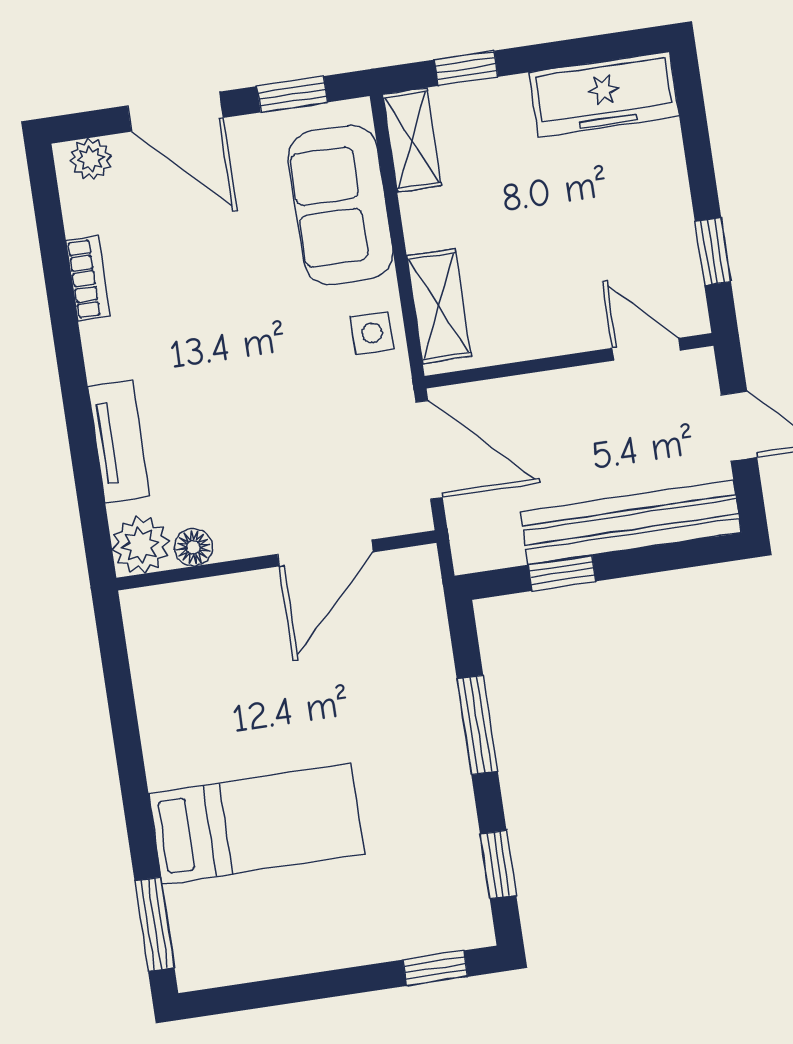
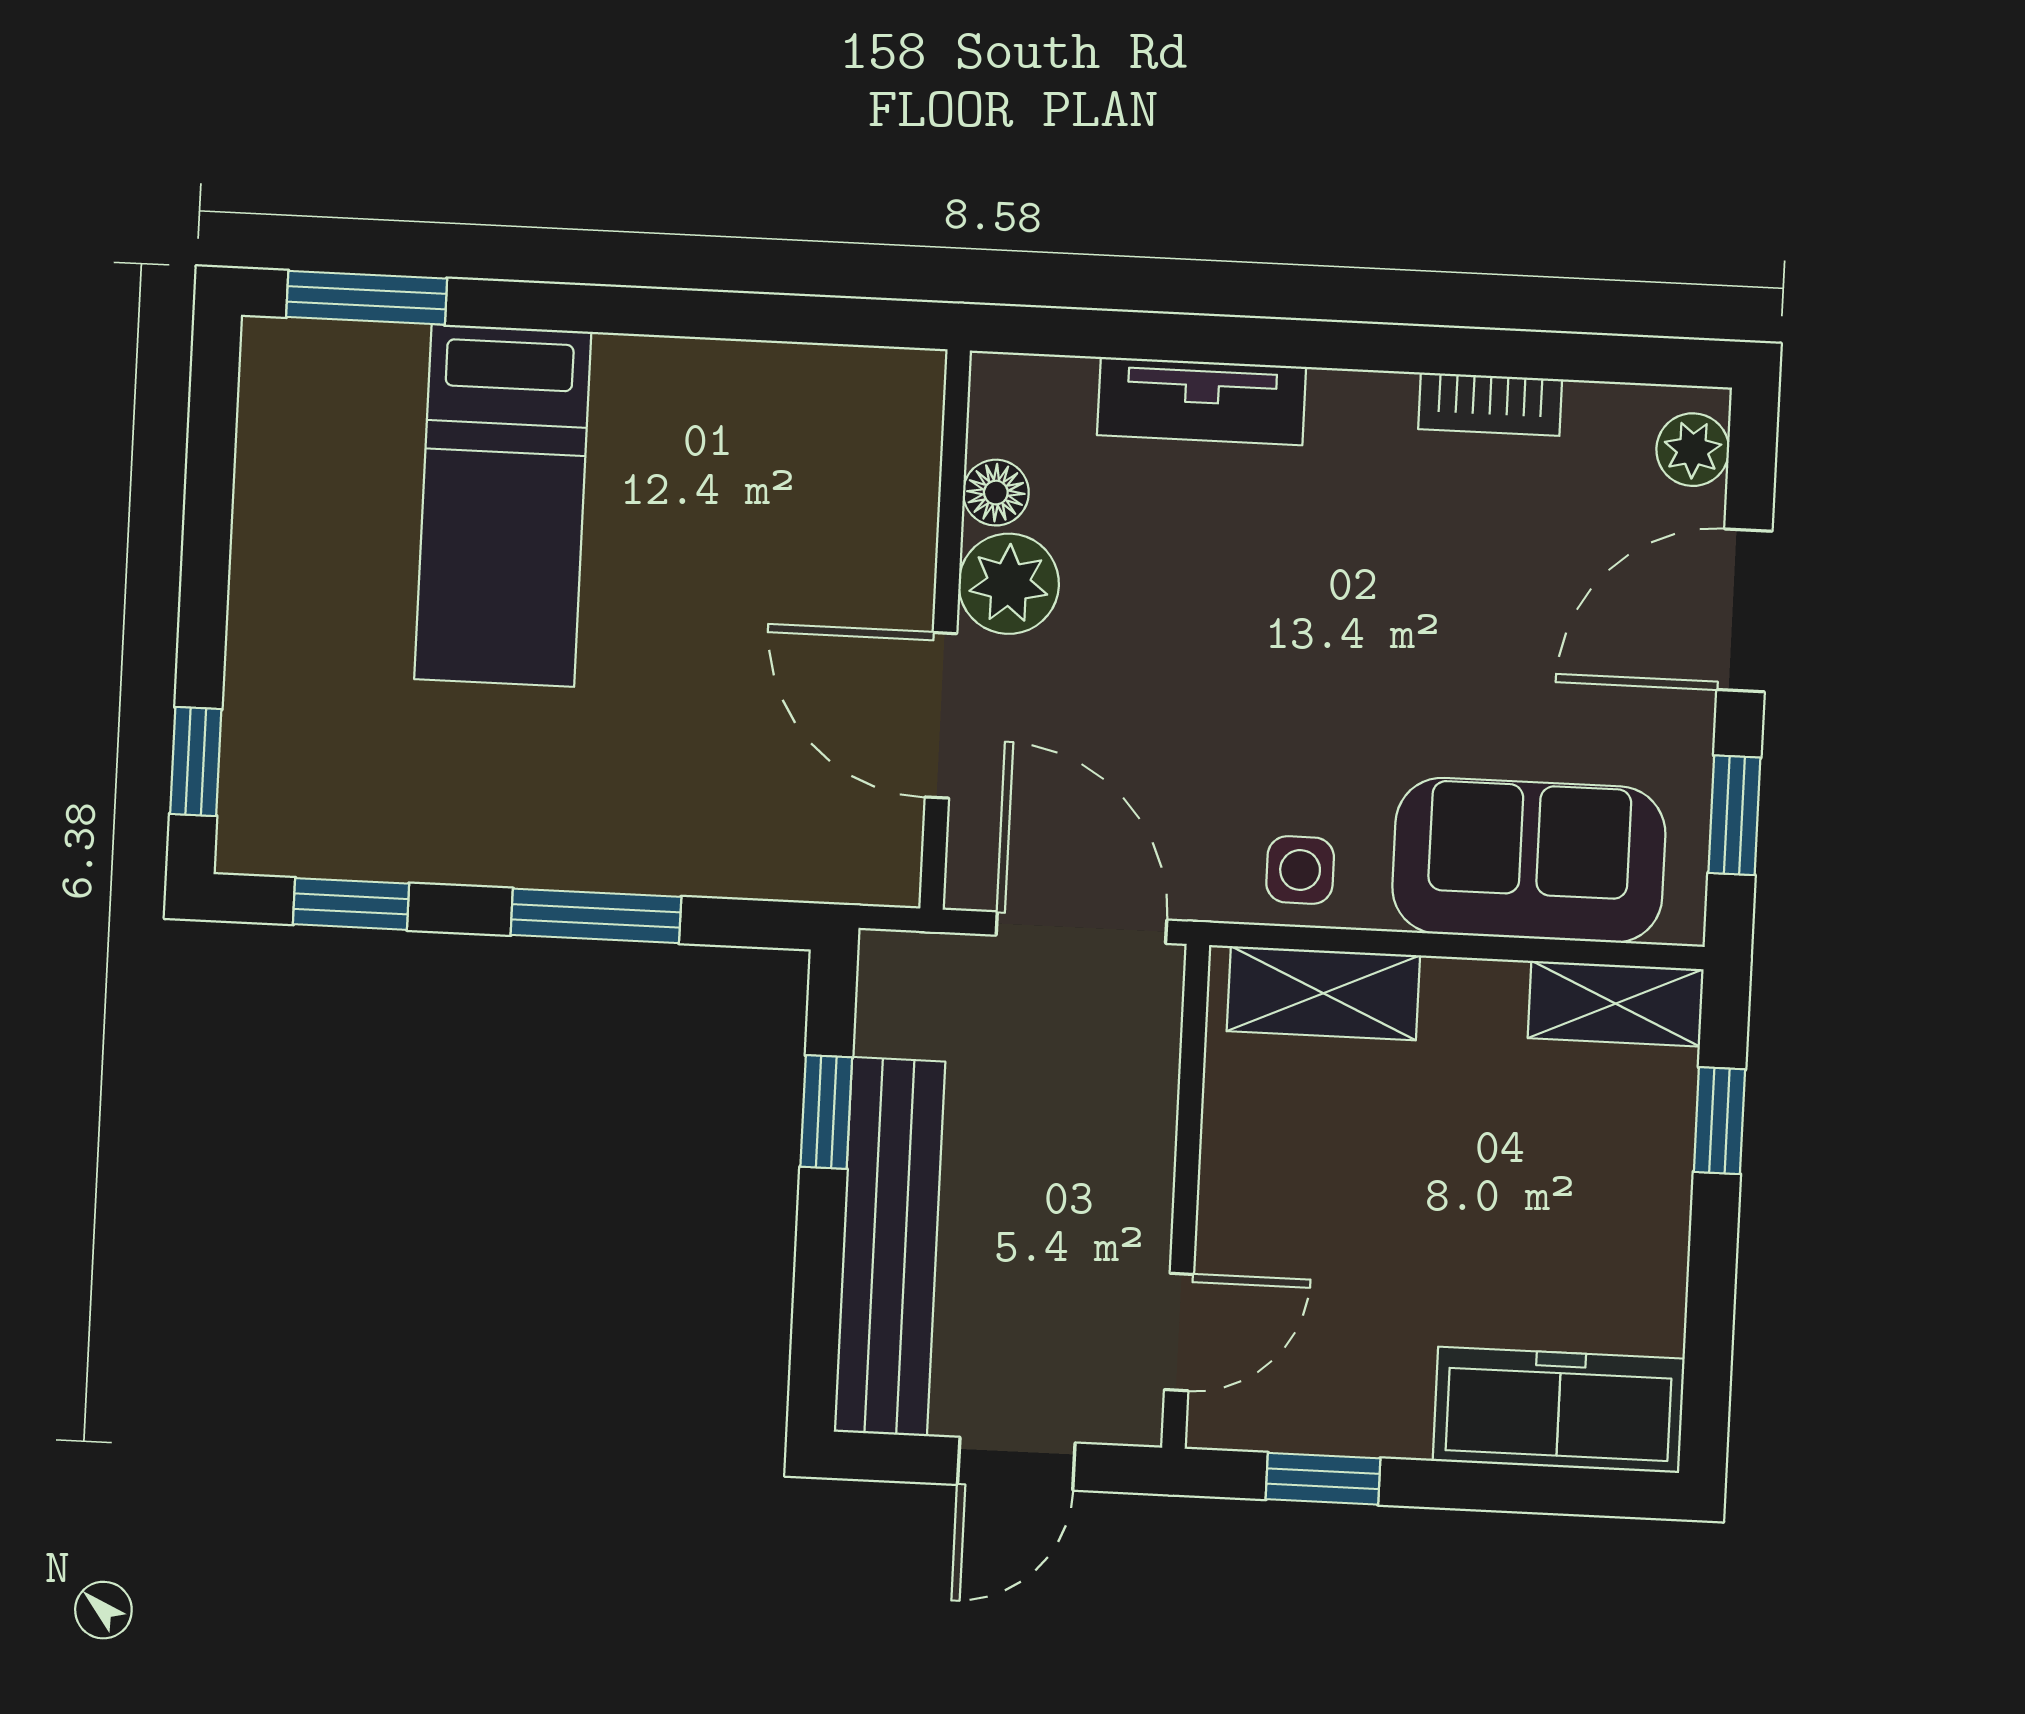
freezer: (604, 94) -> (1559, 1410), moved, turned 90
door: (429, 450) -> (1081, 928), swing flipped
plant: (140, 545) -> (1009, 584), moved

